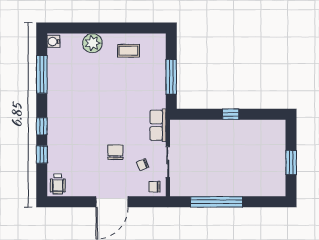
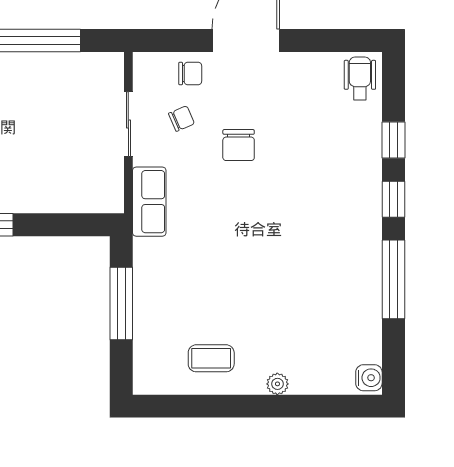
plant: (92, 43) -> (277, 384), width x0.53, depth x0.53
window: (42, 74) -> (393, 279), moved
chair: (154, 187) -> (190, 74), moved

